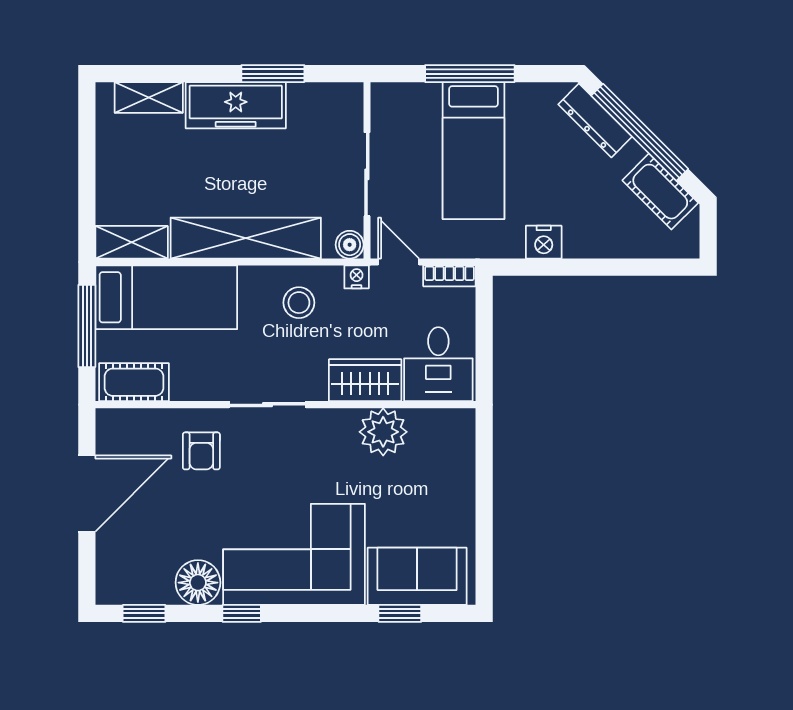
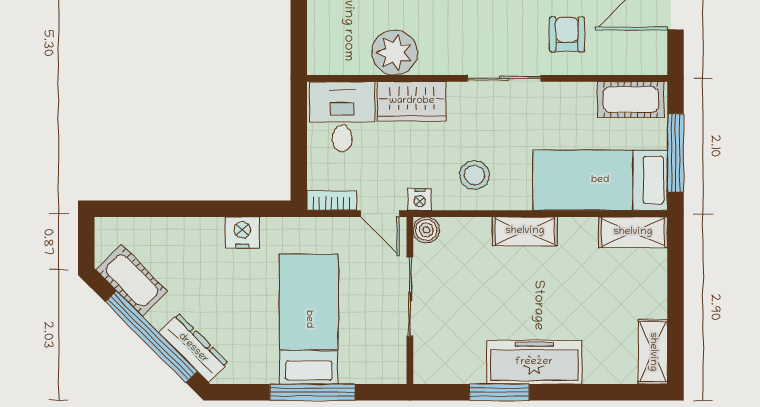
shelving: (149, 97) -> (653, 352), moved, turned 90
shelving: (246, 238) -> (525, 231), width x0.45, depth x0.75

